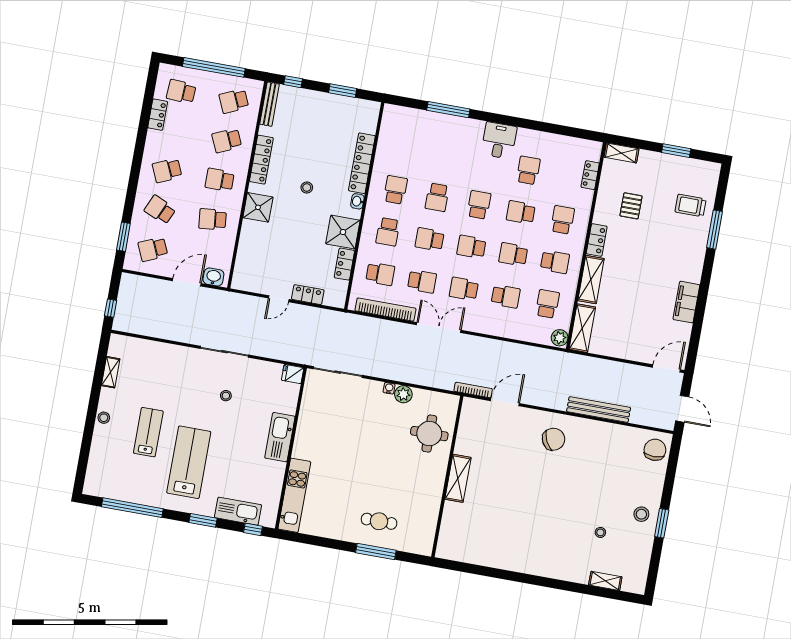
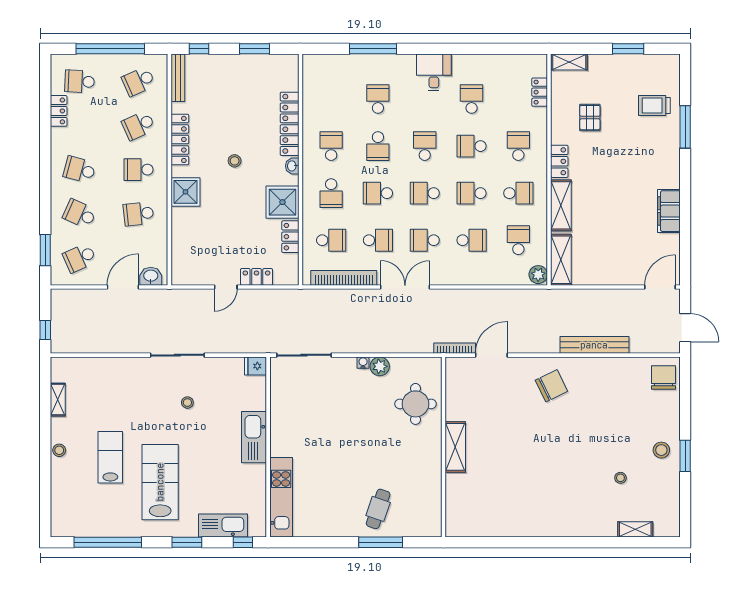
school desk: (445, 155) -> (378, 99), added
school desk: (167, 170) -> (80, 170), turned 39
cafe table: (379, 521) -> (378, 509), turned -71

